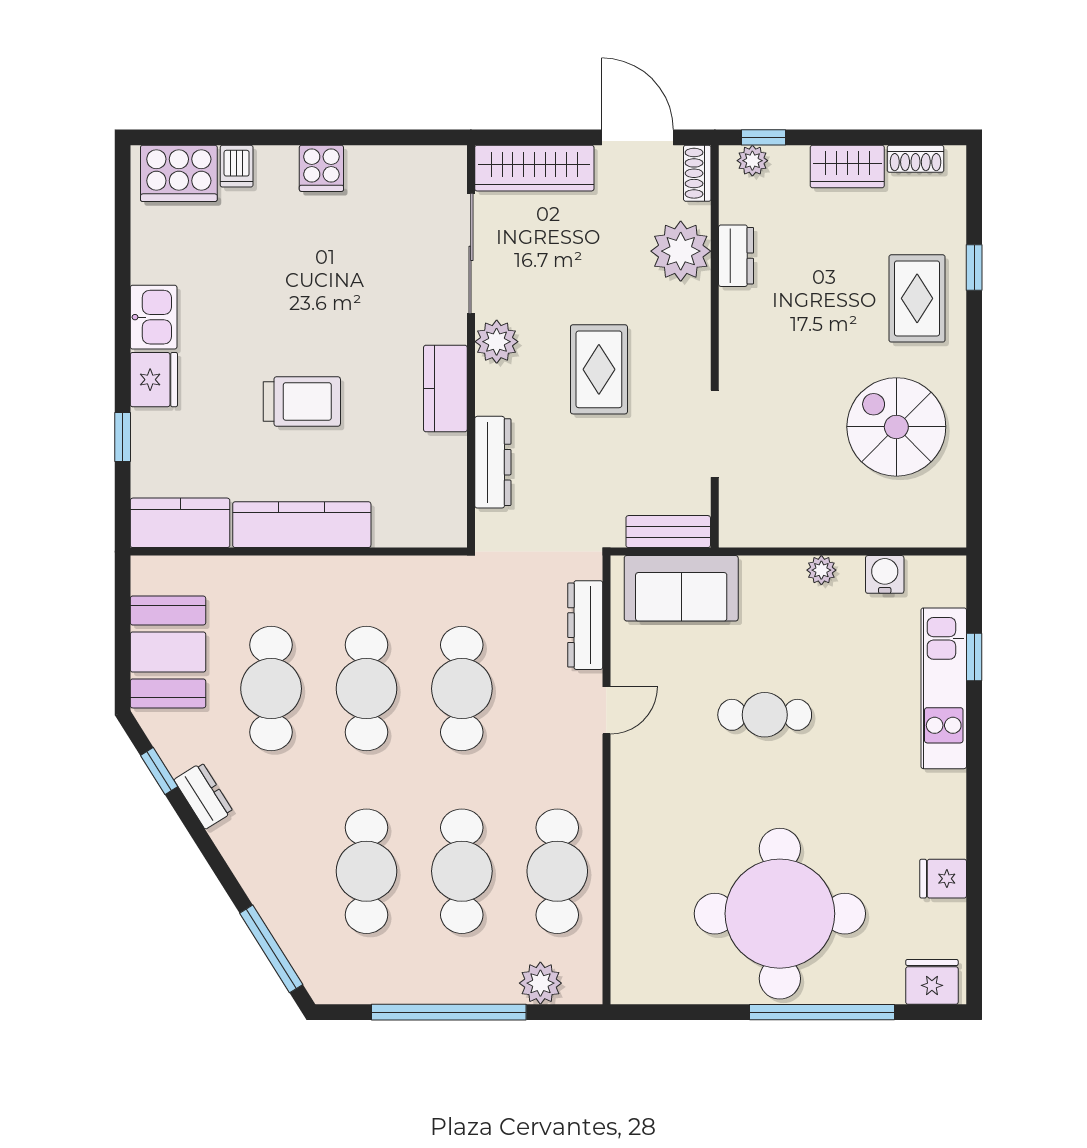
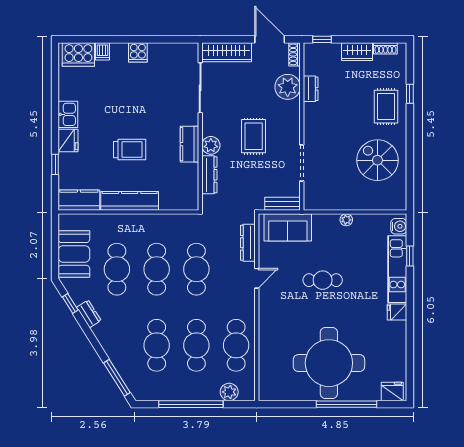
plant: (752, 161) -> (318, 49), removed
plant: (497, 342) -> (211, 145), moved
water cooler: (885, 574) -> (399, 226), moved, turned 90
fridge: (943, 879) -> (397, 312), moved

